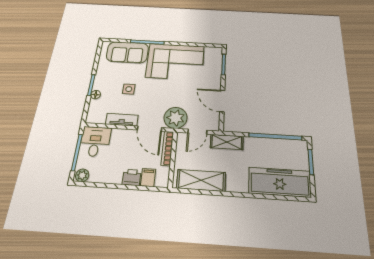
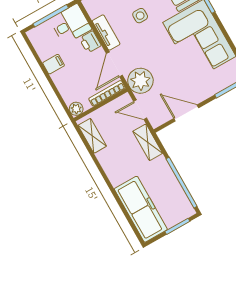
door: (222, 101) -> (186, 113), hinge flipped
plant: (82, 175) -> (76, 109), moved
printer: (132, 177) -> (90, 42), moved, turned 180
filing cabinet: (148, 177) -> (54, 64), moved
shelving: (201, 180) -> (92, 136), width x0.67, depth x0.75

